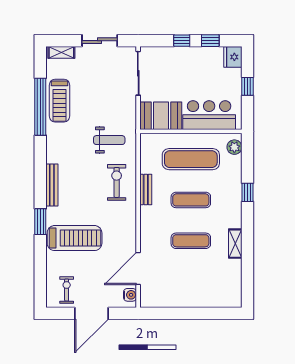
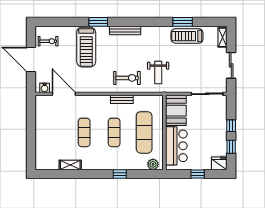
window: (40, 107) -> (183, 22), width x0.47
shelving: (235, 244) -> (70, 165), moved

